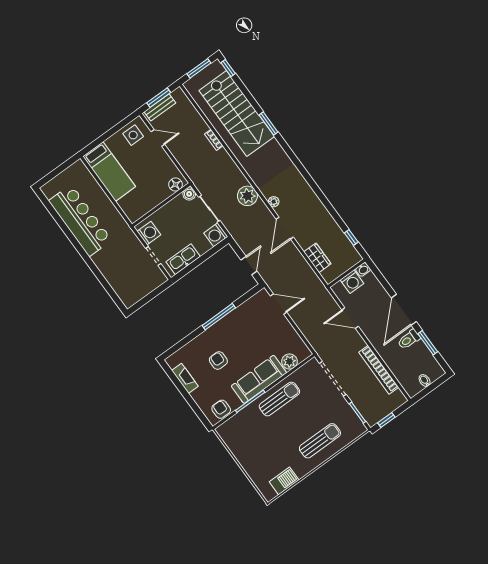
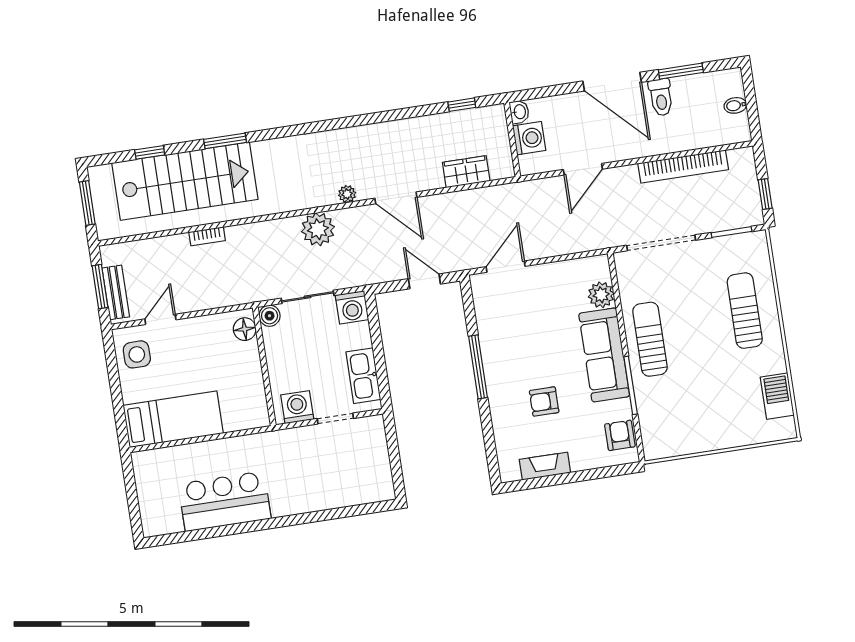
window: (228, 68) -> (150, 152), moved
bar counter: (80, 220) -> (225, 501), width x0.73
armchair: (221, 409) -> (620, 435), turned 90

